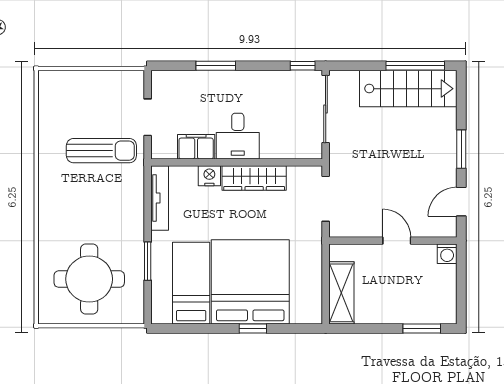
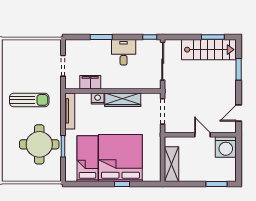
window: (415, 66) -> (213, 37), width x0.69
desk: (238, 136) -> (124, 52), moved, turned 180
window: (461, 149) -> (239, 69), moved
sun lounger: (101, 151) -> (29, 100), moved
washing machine: (447, 254) -> (226, 147), width x1.89, depth x1.89
round table: (89, 279) -> (39, 144), moved

